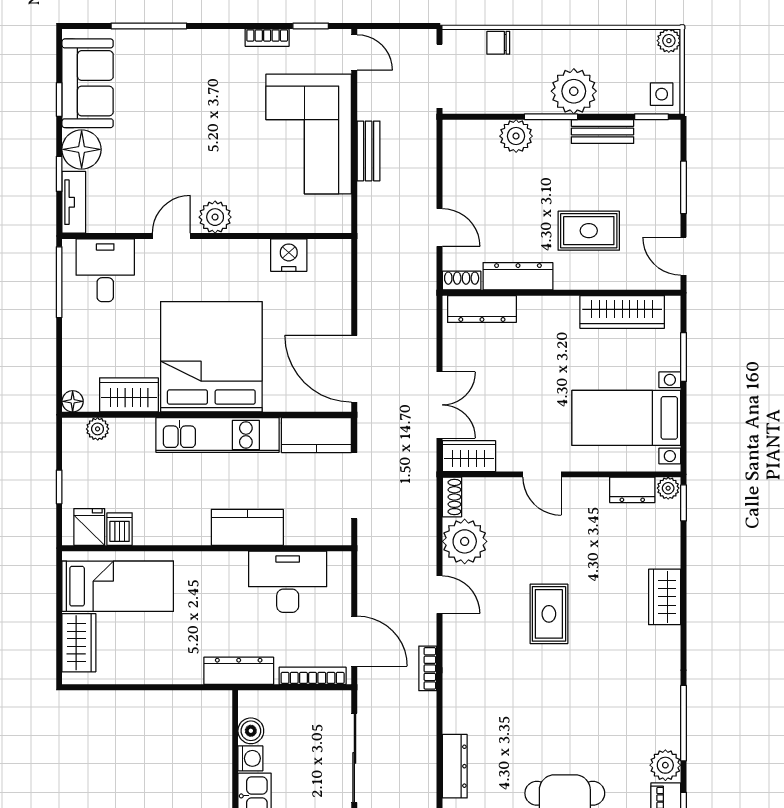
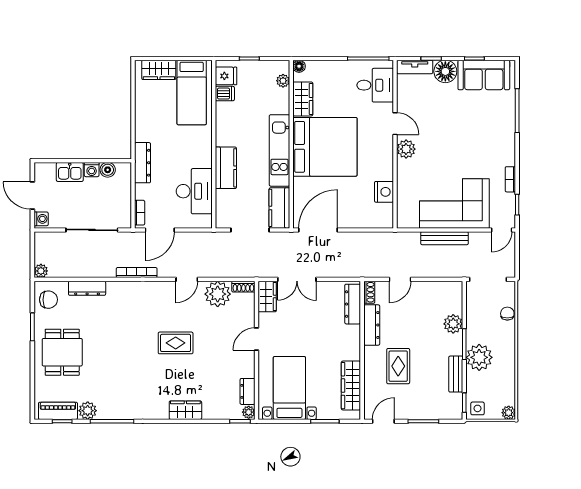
bench: (369, 151) -> (444, 238), width x1.36
bookcase: (428, 668) -> (137, 273), width x1.56
bookcase: (313, 676) -> (140, 213), width x0.64

